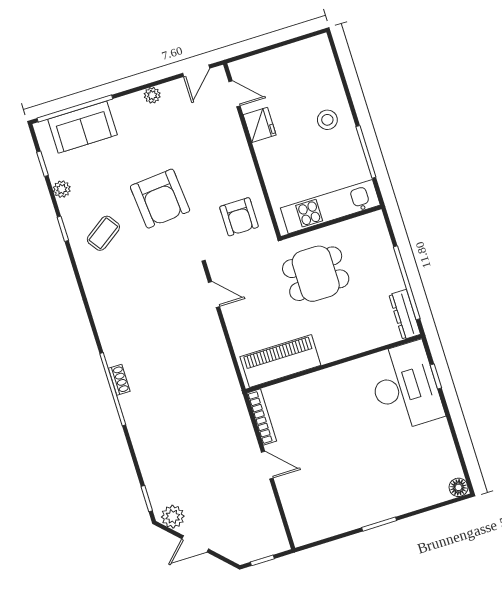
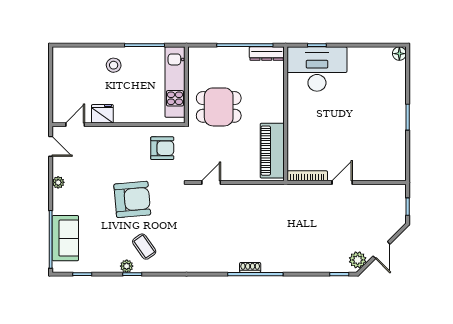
plant: (62, 189) -> (127, 266), moved
dining table: (316, 274) -> (219, 107), turned 90

